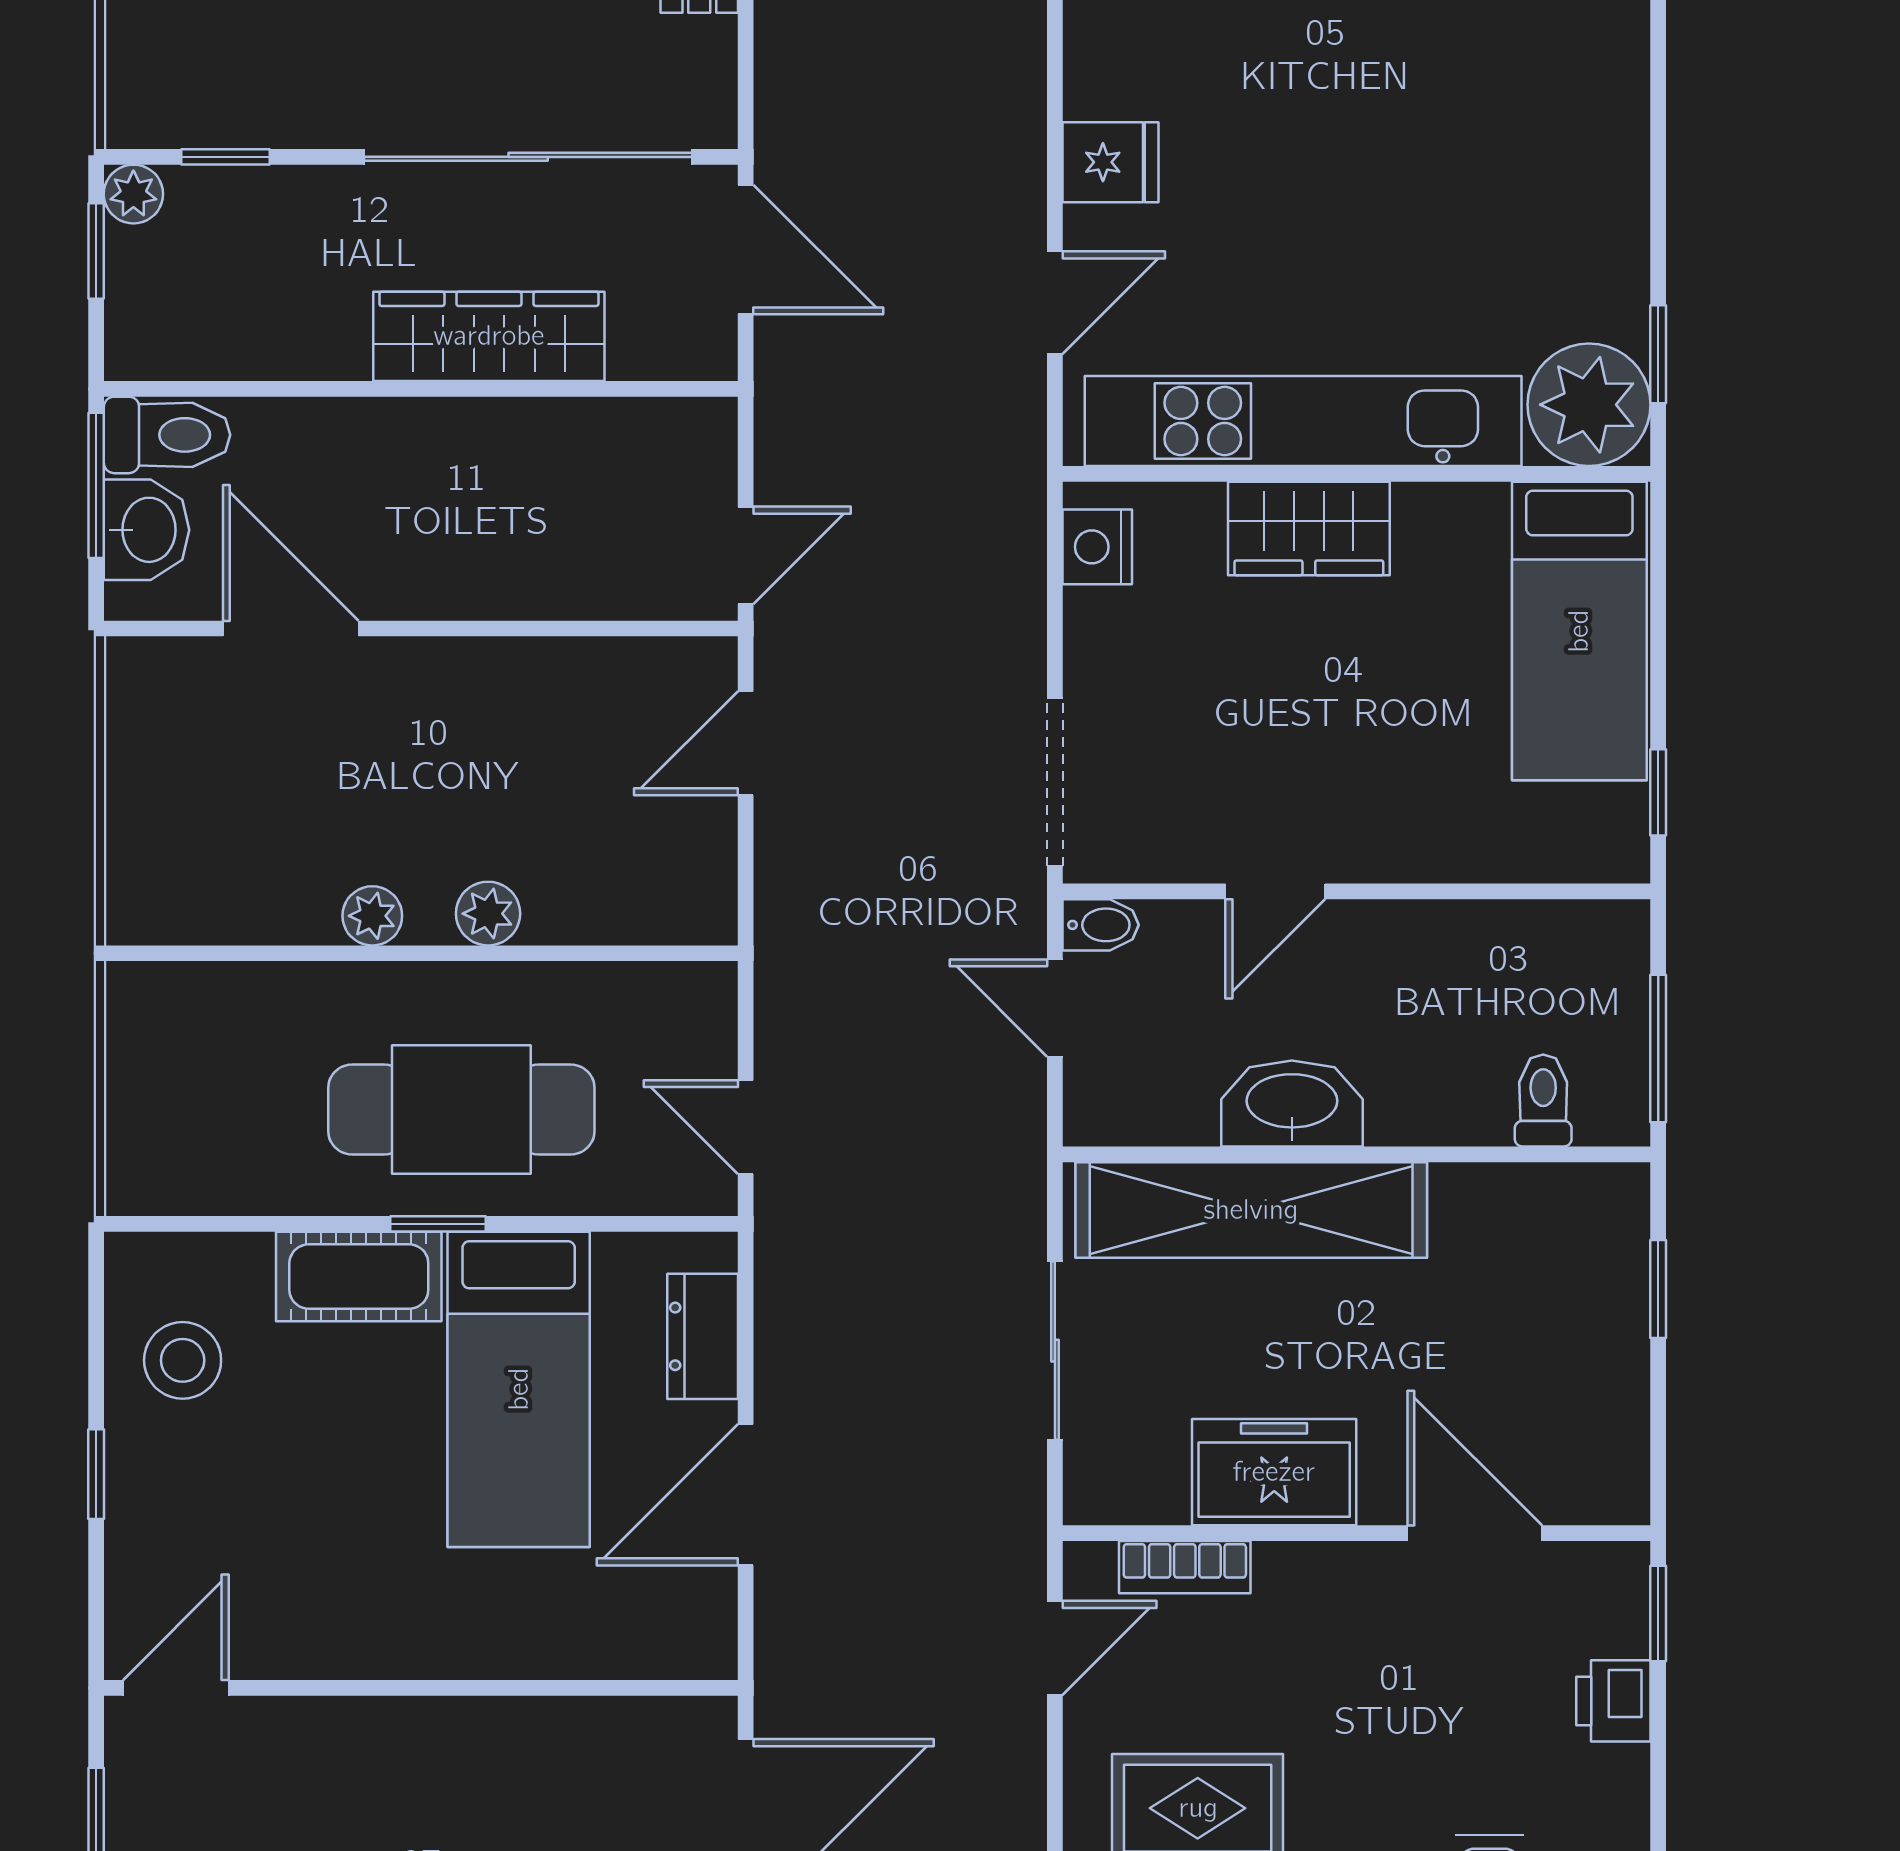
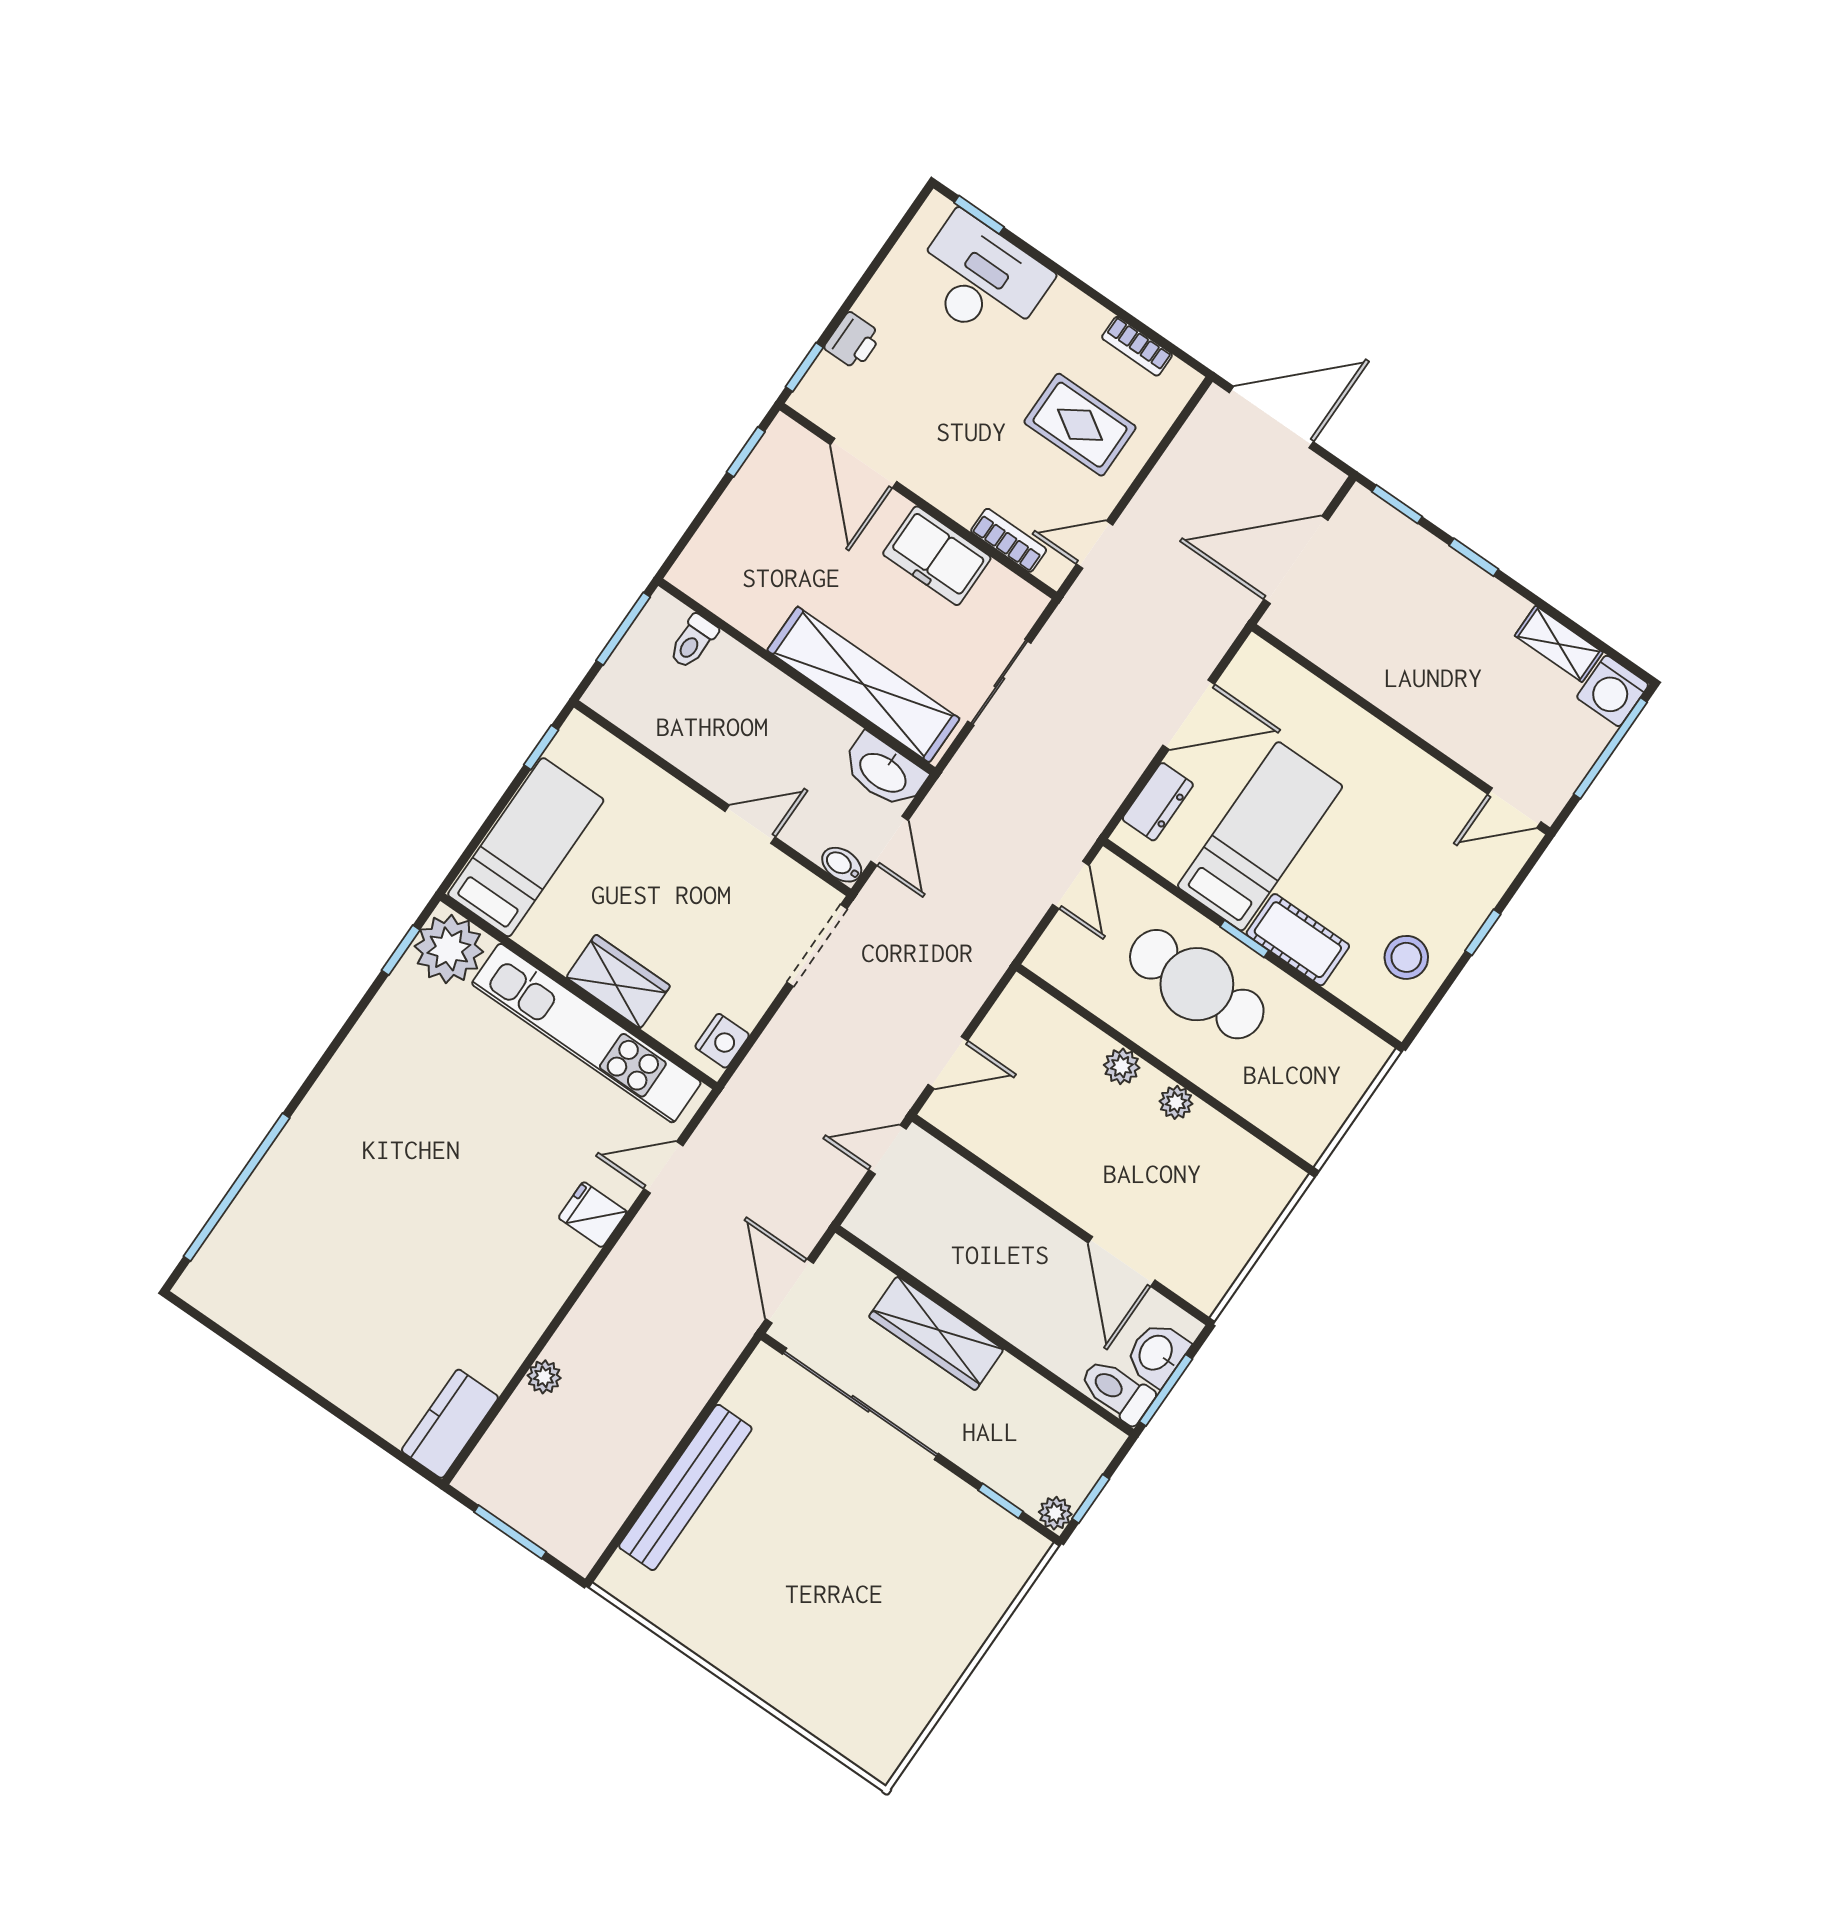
washbasin: (1292, 1103) -> (884, 772), moved
window: (1658, 1289) -> (746, 452), moved

